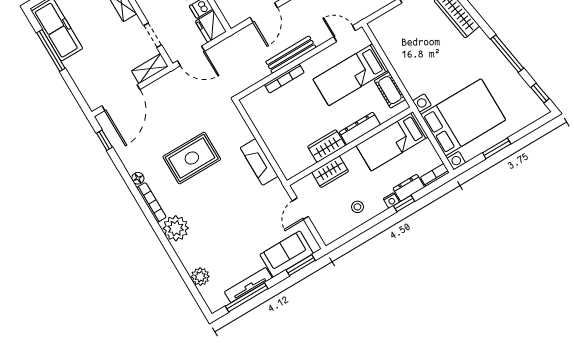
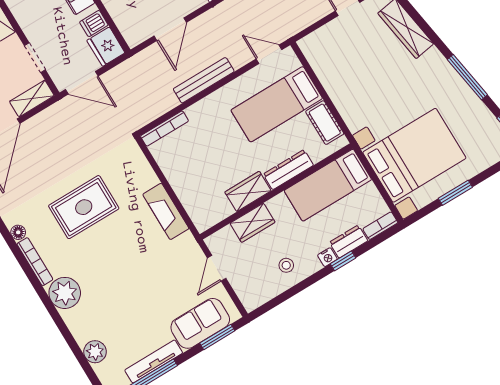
bookcase: (284, 79) -> (165, 129), moved

